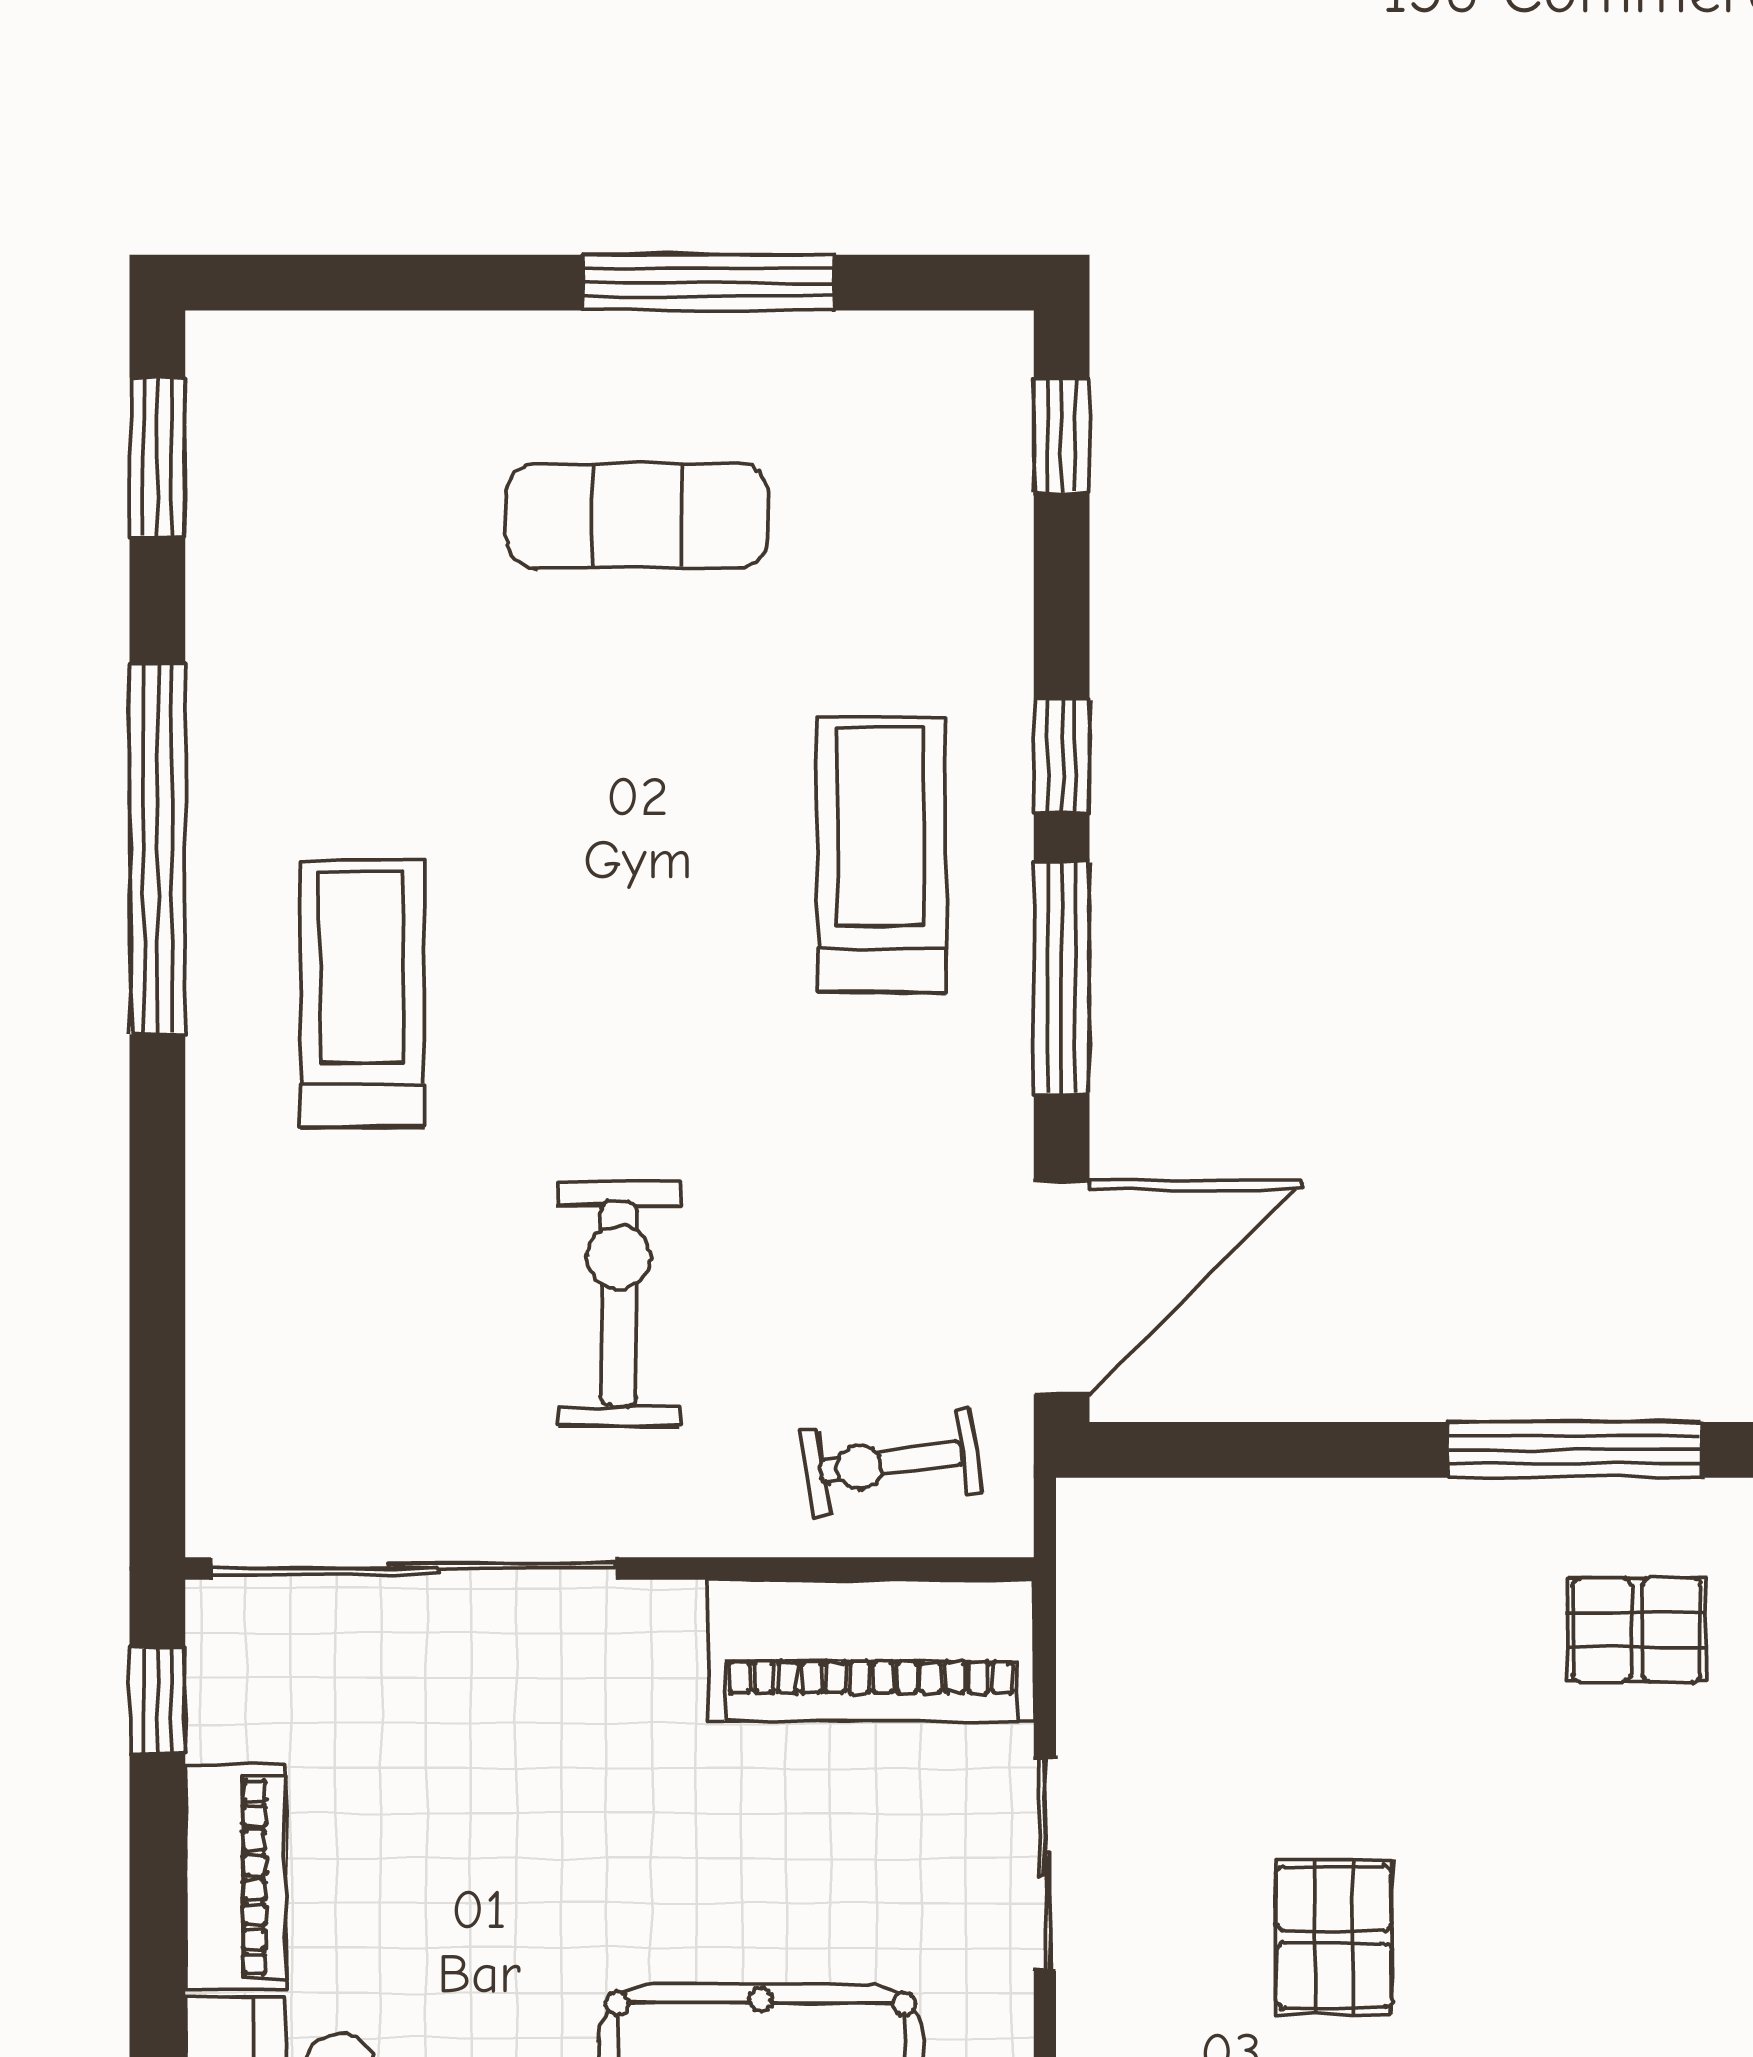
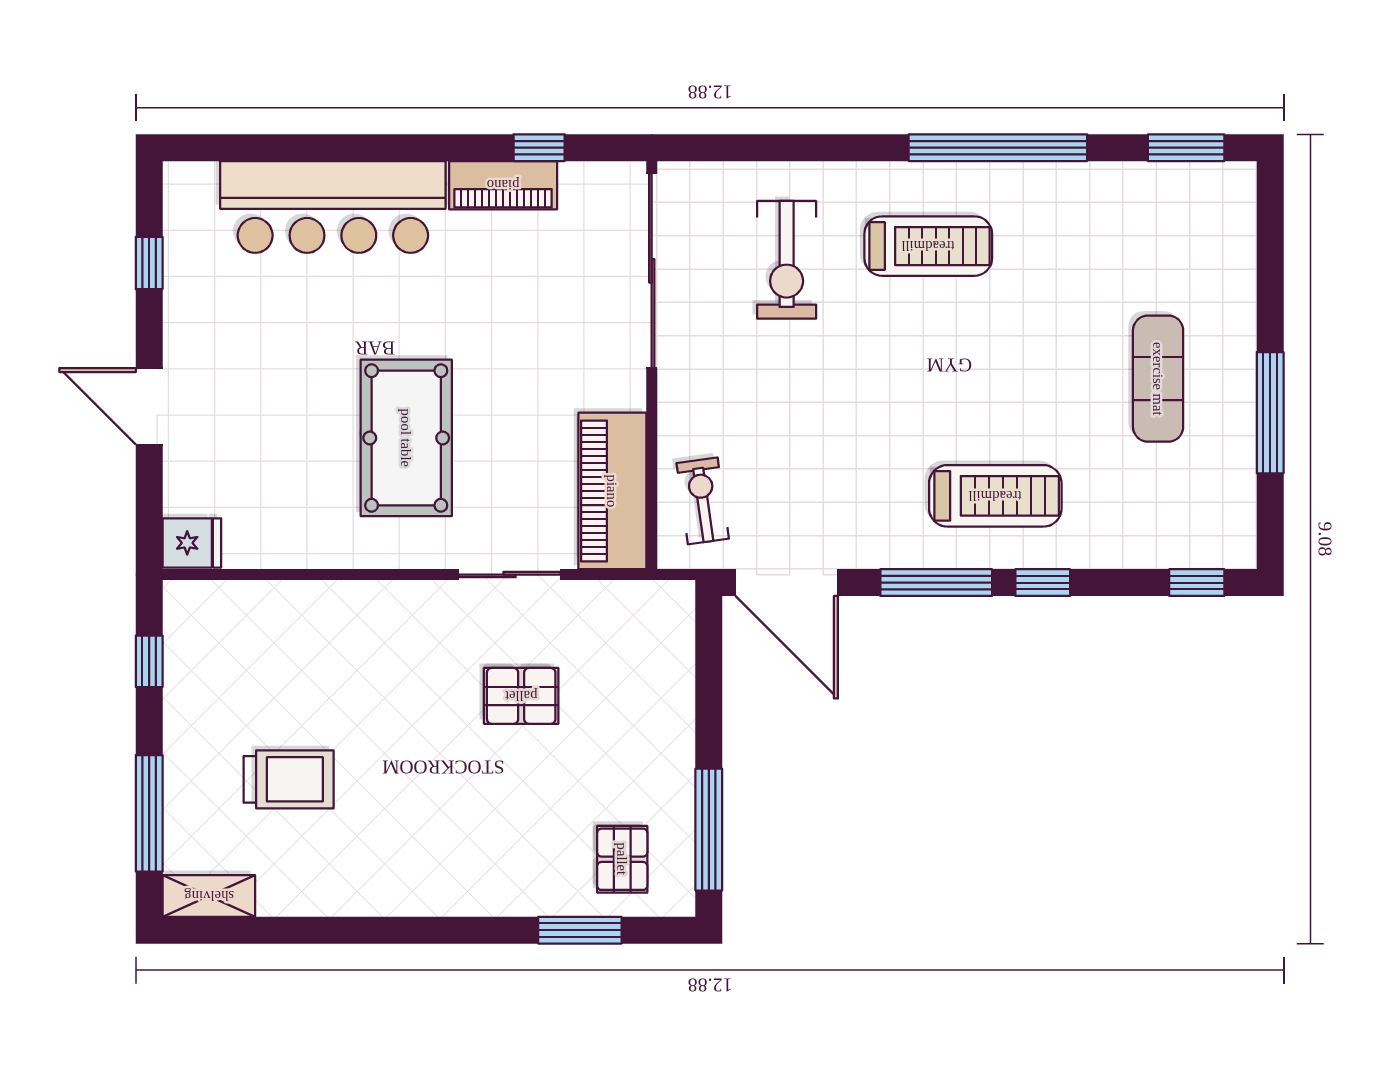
exercise bike: (619, 1304) -> (787, 260), moved, turned 90
window: (157, 1700) -> (539, 148), moved
pallet: (1334, 1937) -> (521, 696), moved

